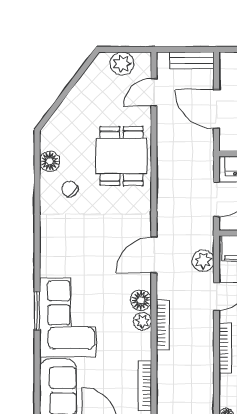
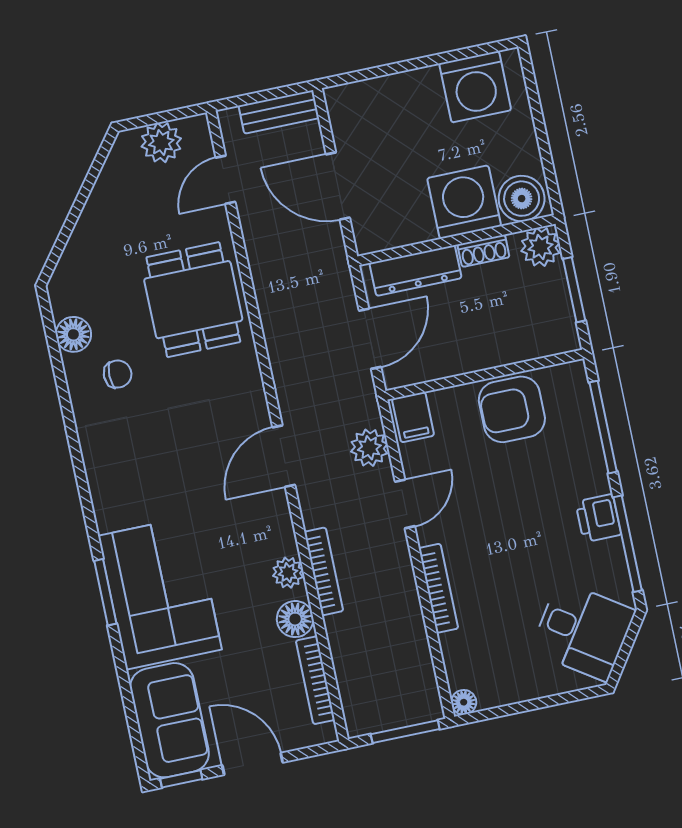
chair: (70, 189) -> (118, 374), turned 137
floor lamp: (141, 300) -> (295, 619), moved

